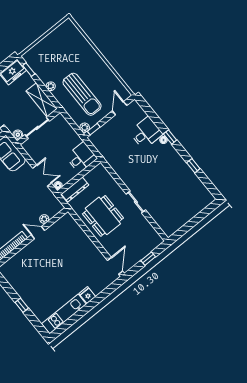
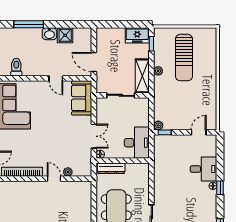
sun lounger: (82, 94) -> (184, 58), moved
boiler: (18, 135) -> (101, 88), removed
desk: (81, 157) -> (137, 143), width x1.37

